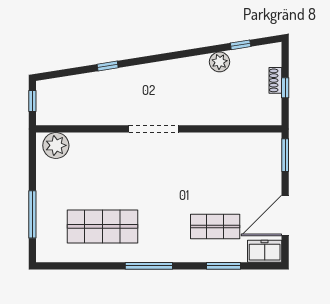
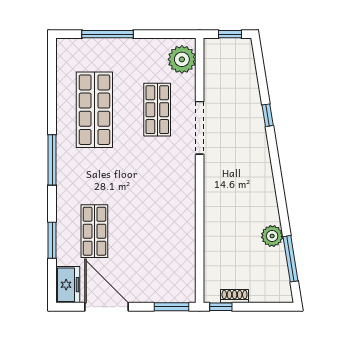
window: (241, 45) -> (291, 259), width x2.17
shoe rack: (275, 80) -> (235, 296), moved
window: (285, 88) -> (221, 307), moved
doorway: (153, 129) -> (200, 128), moved
shop shelf: (102, 168) -> (157, 110), added

